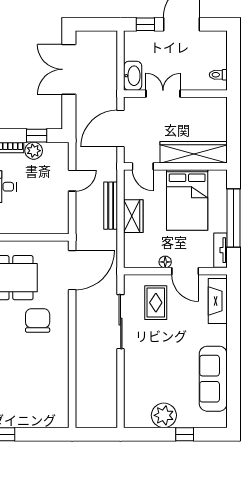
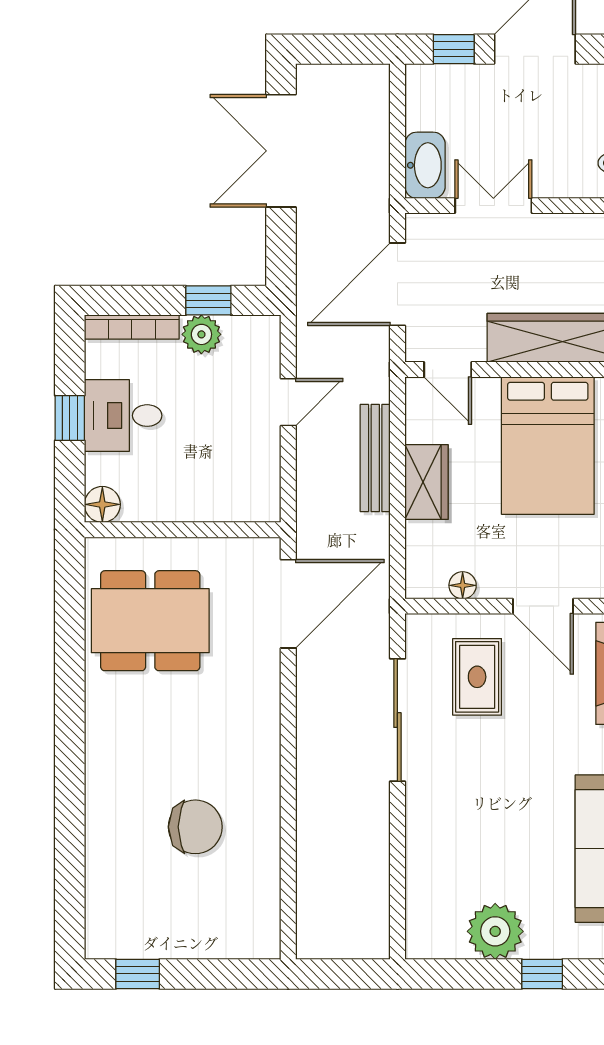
floor lamp: (165, 262) -> (463, 585), moved
chair: (38, 320) -> (195, 827), moved, turned 90

